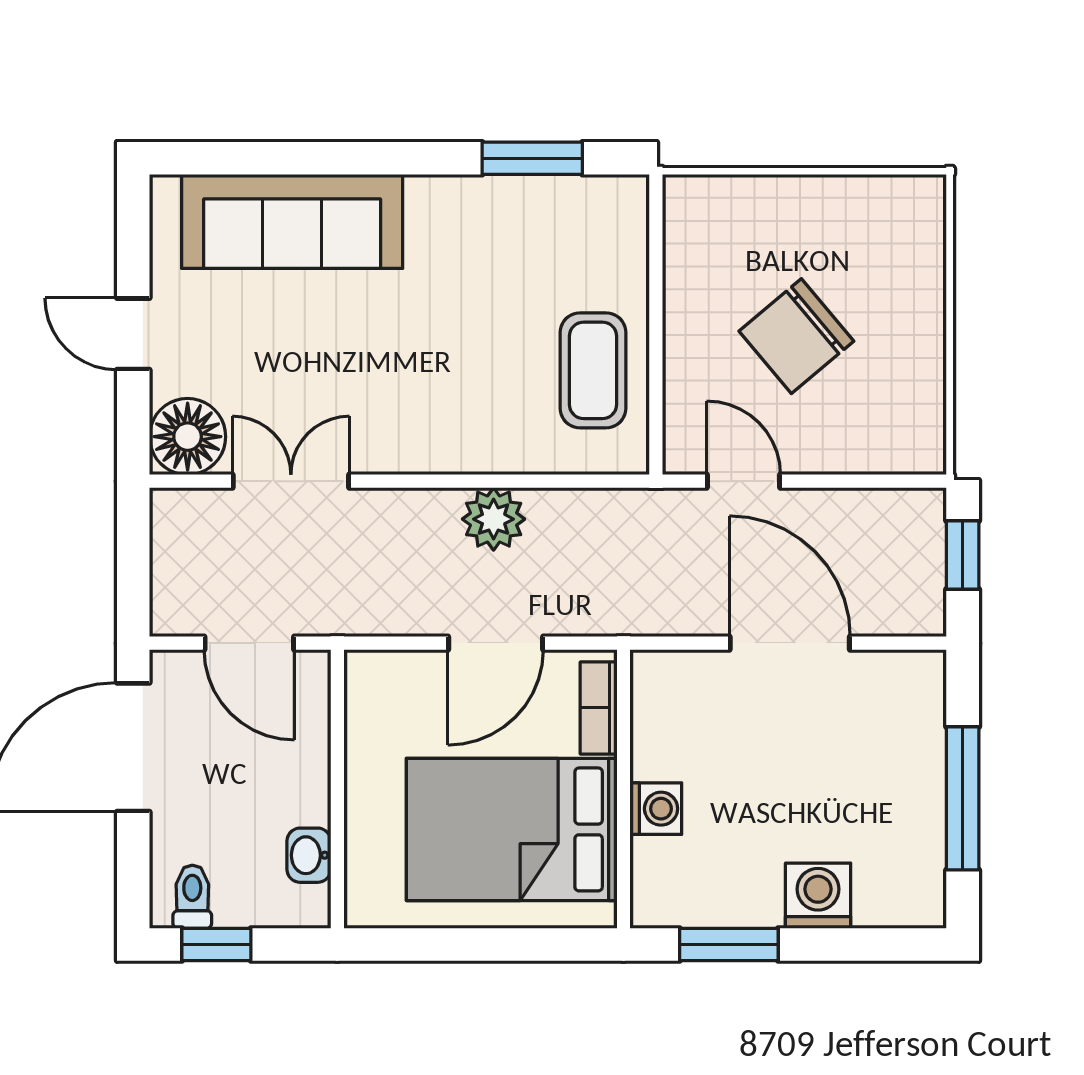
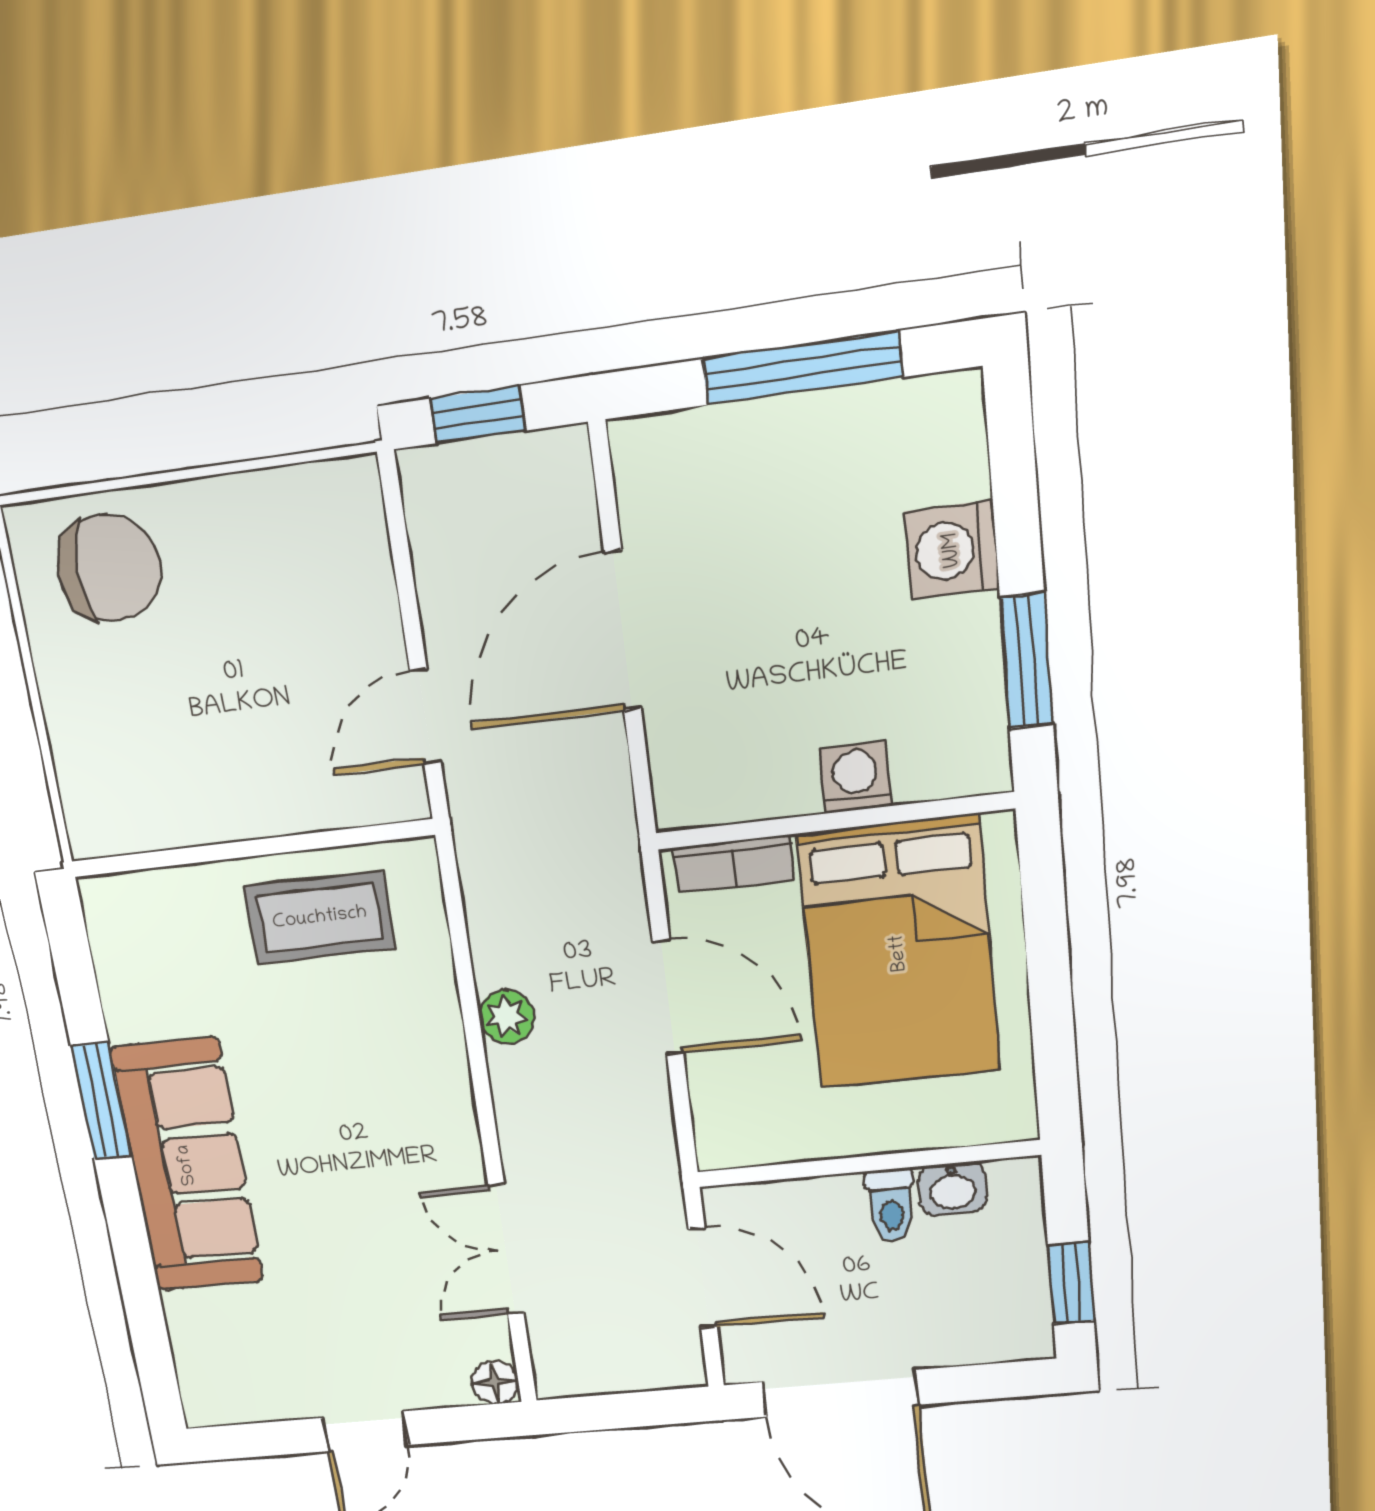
window: (532, 158) -> (101, 1101), moved
sofa: (292, 221) -> (187, 1165), moved
chair: (796, 336) -> (109, 568), moved, turned -50
floor lamp: (188, 437) -> (495, 1382), width x0.53, depth x0.53
plant: (494, 519) -> (507, 1017), width x0.73, depth x0.73
door: (249, 643) -> (703, 1278), hinge flipped
toilet: (192, 897) -> (891, 1205), moved, turned -90

